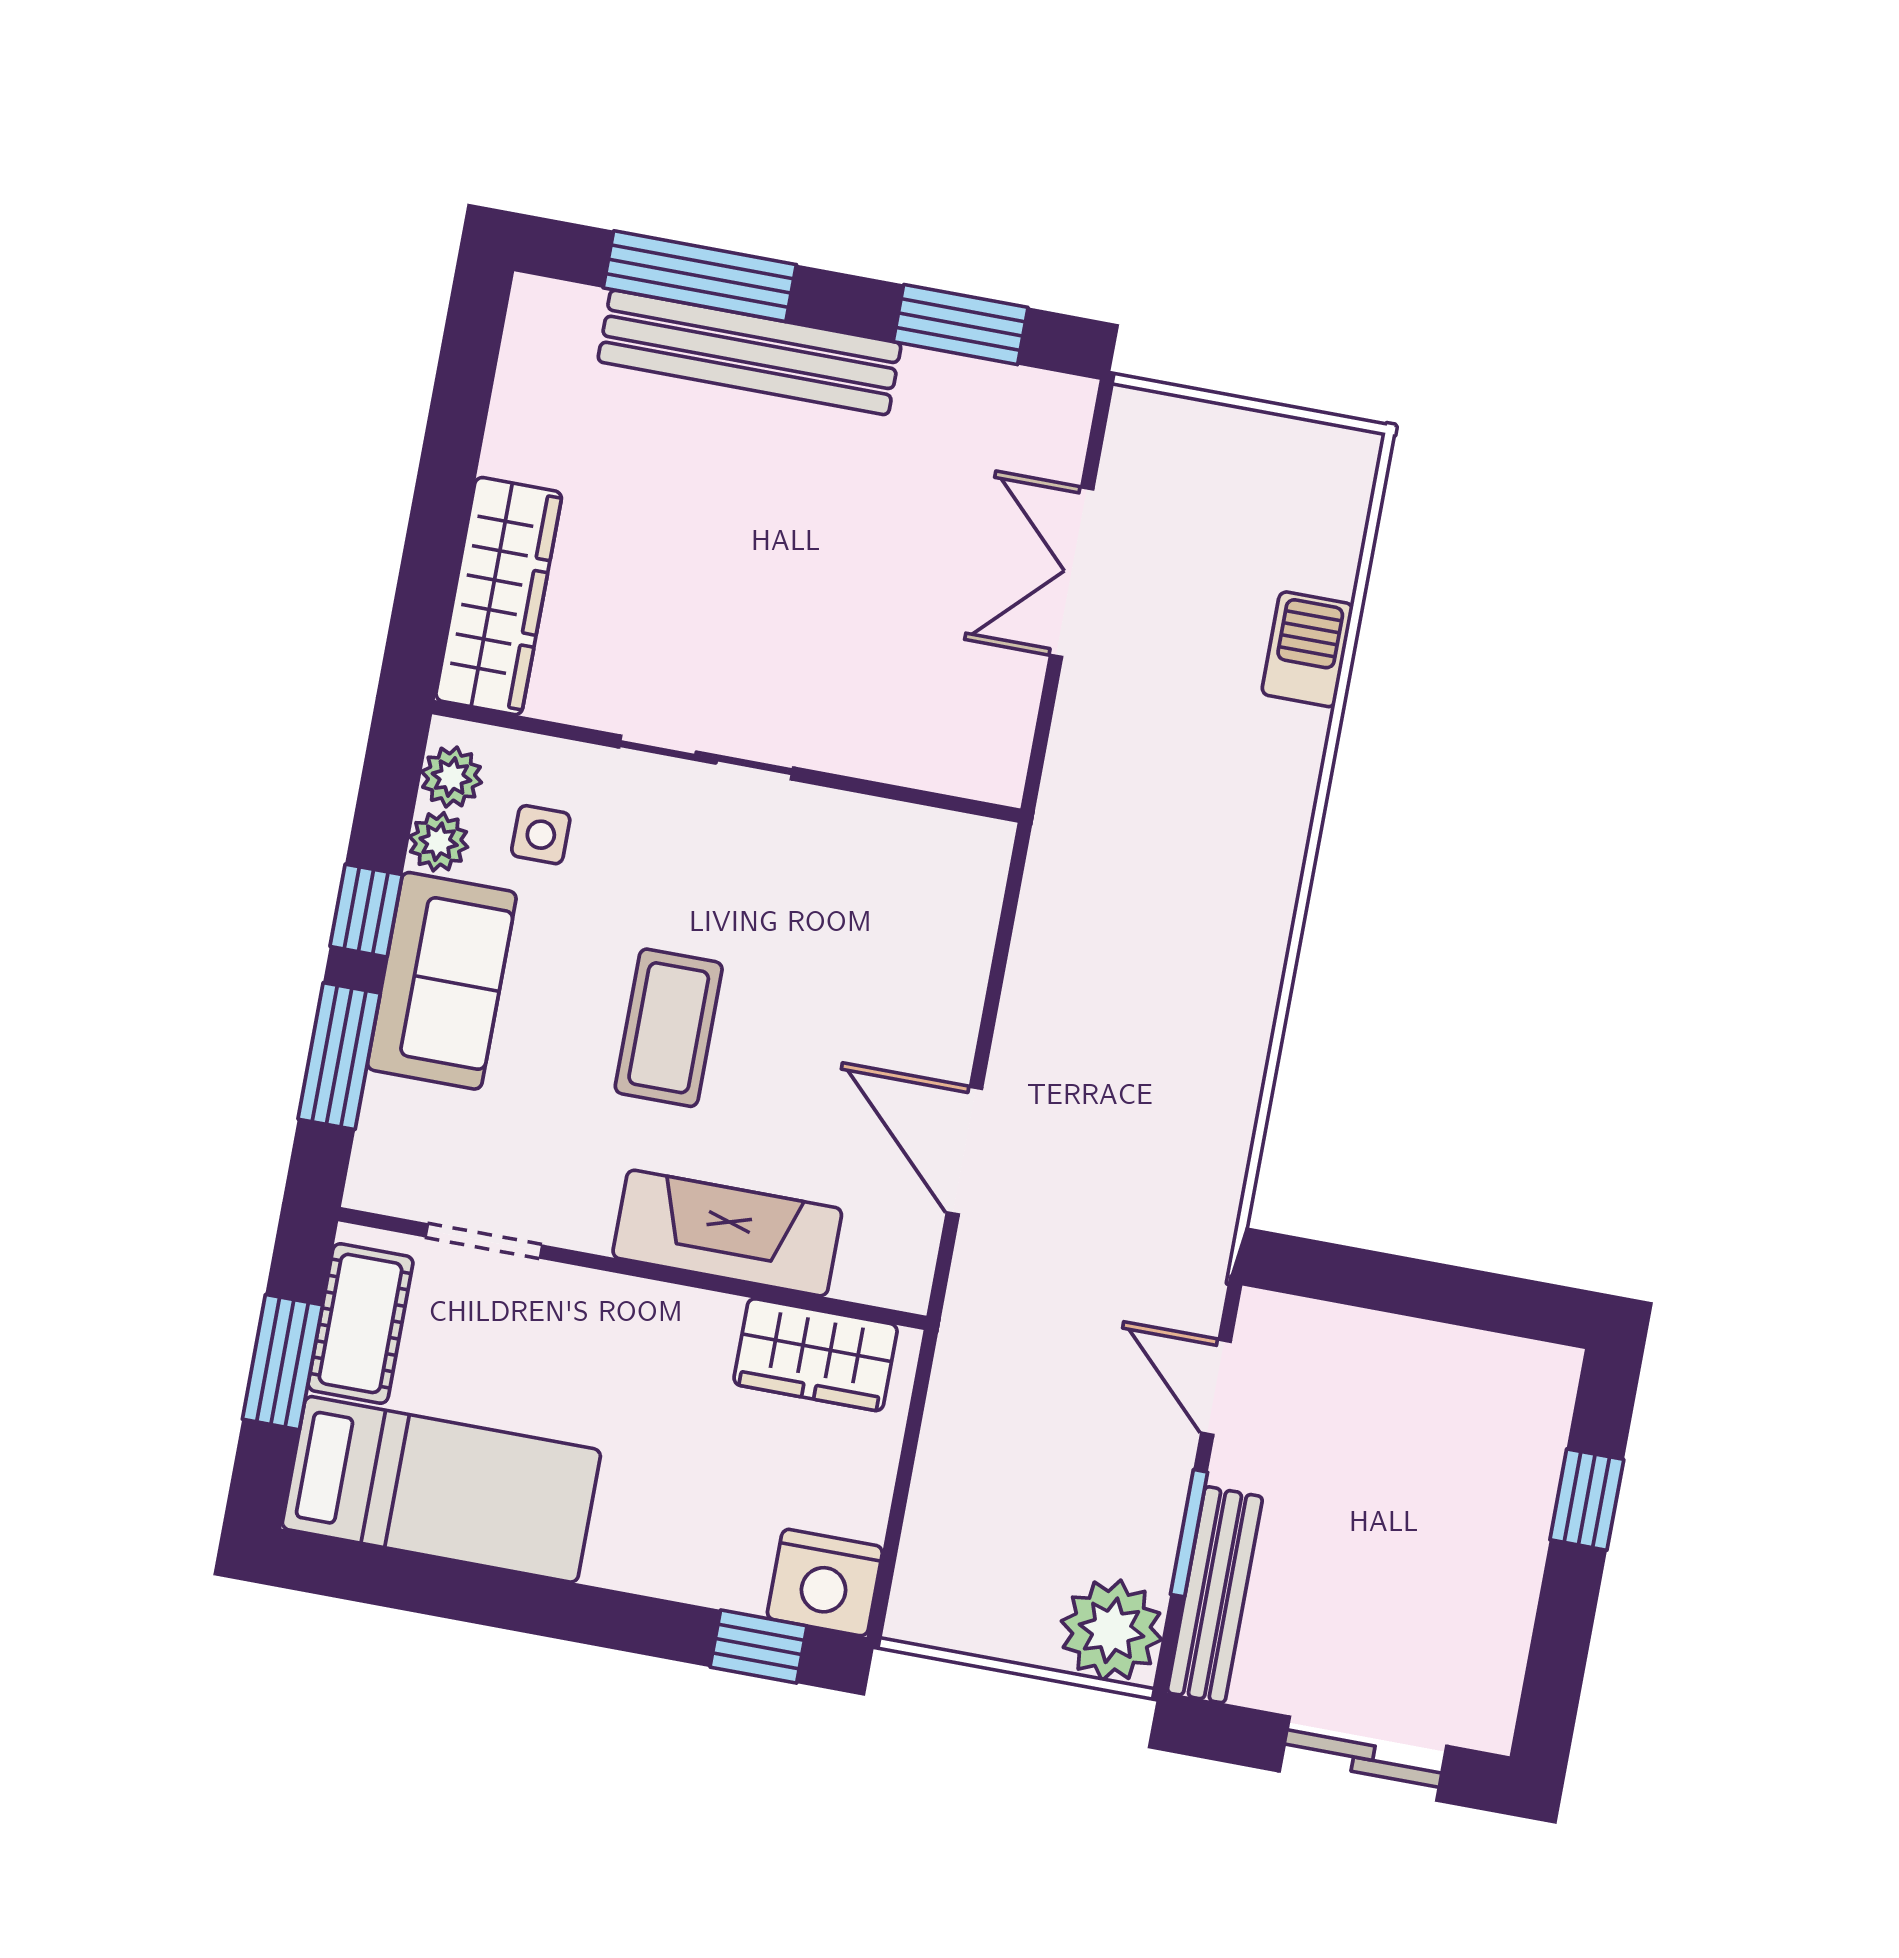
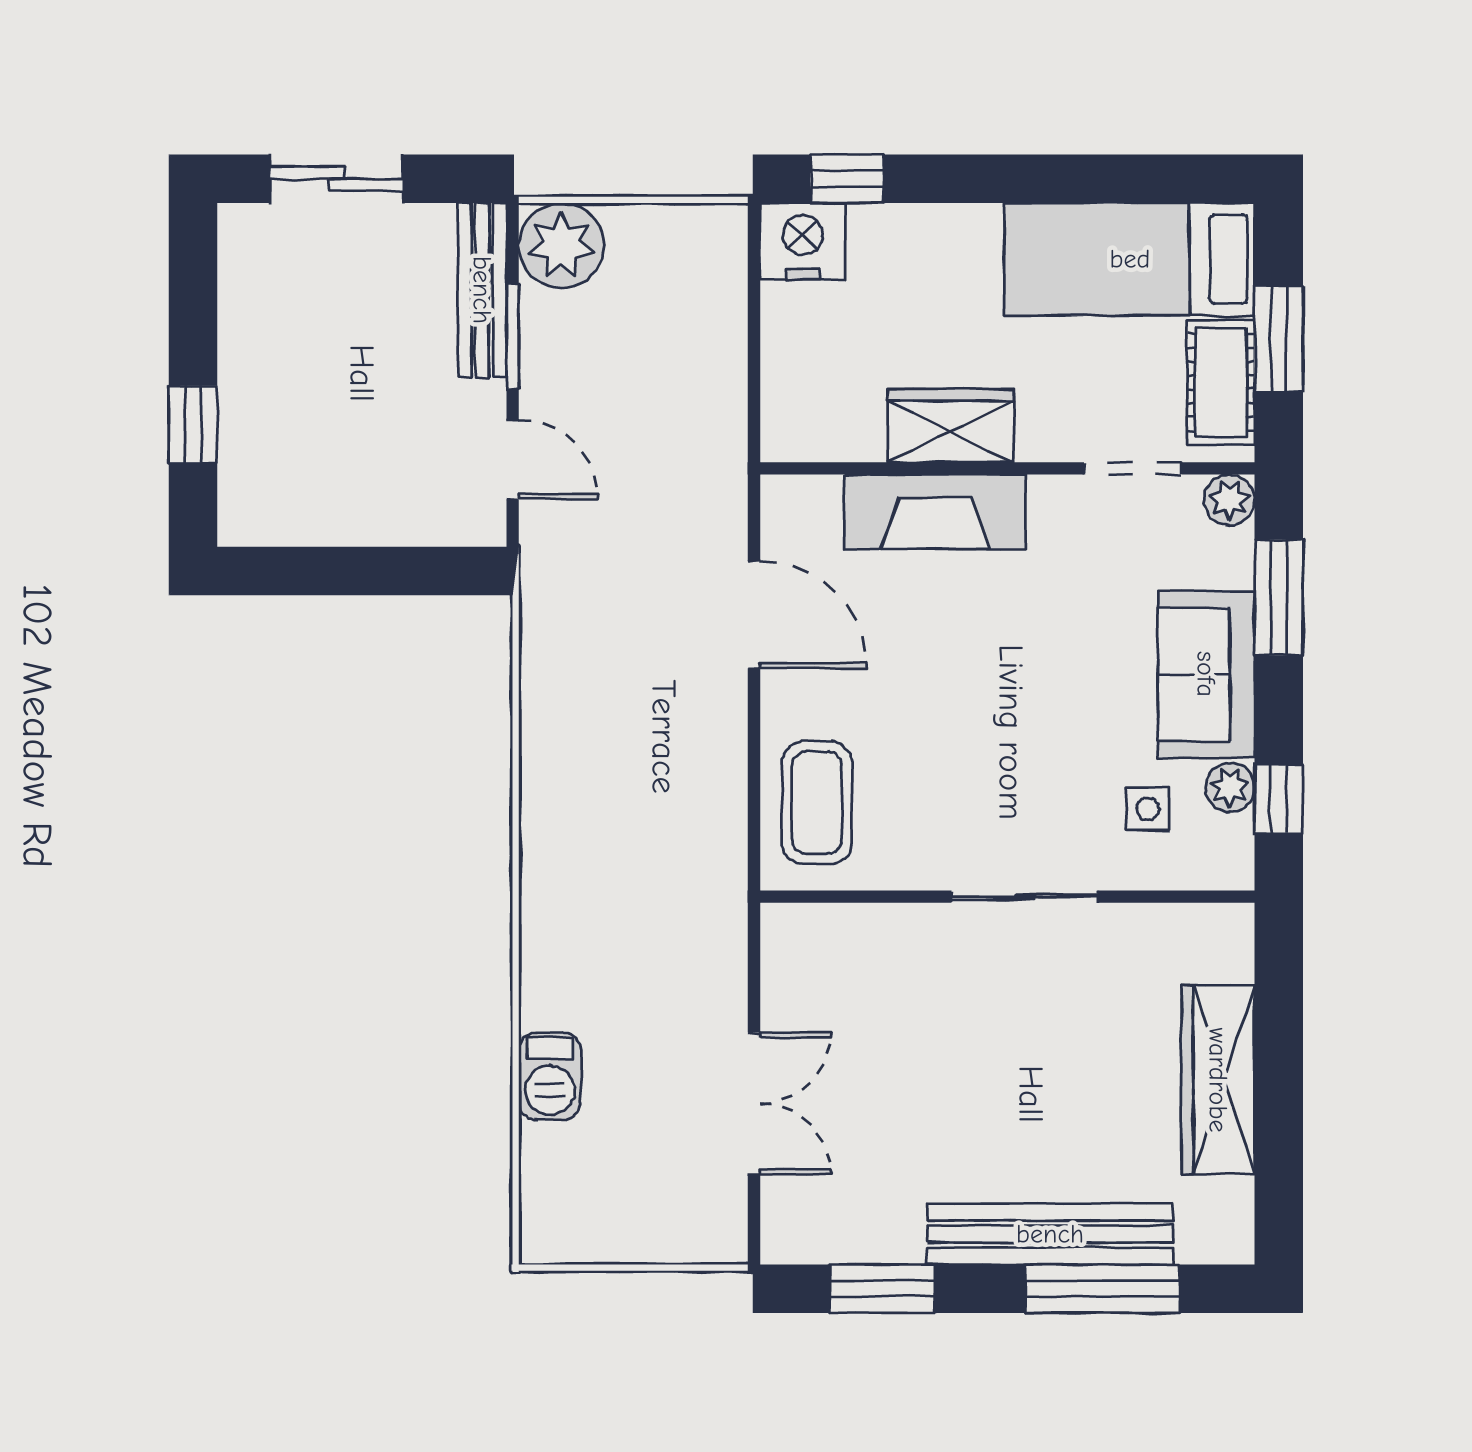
wardrobe: (499, 596) -> (1218, 1080), moved
plant: (451, 777) -> (1229, 500), moved
window: (366, 911) -> (1279, 799), moved
coffee table: (669, 1028) -> (817, 803), moved
wardrobe: (816, 1355) -> (951, 426), moved

